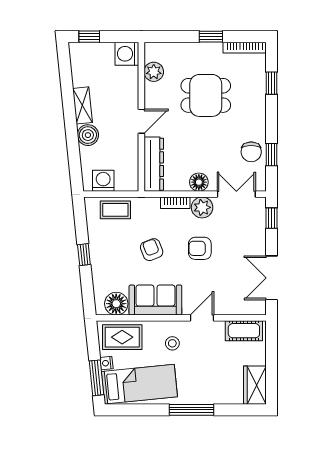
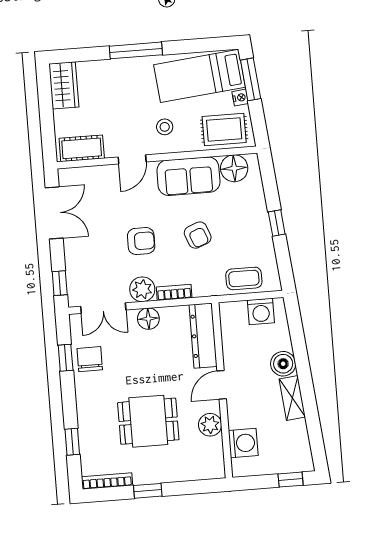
washing machine: (127, 54) -> (243, 443), moved
plant: (154, 72) -> (210, 425), moved

